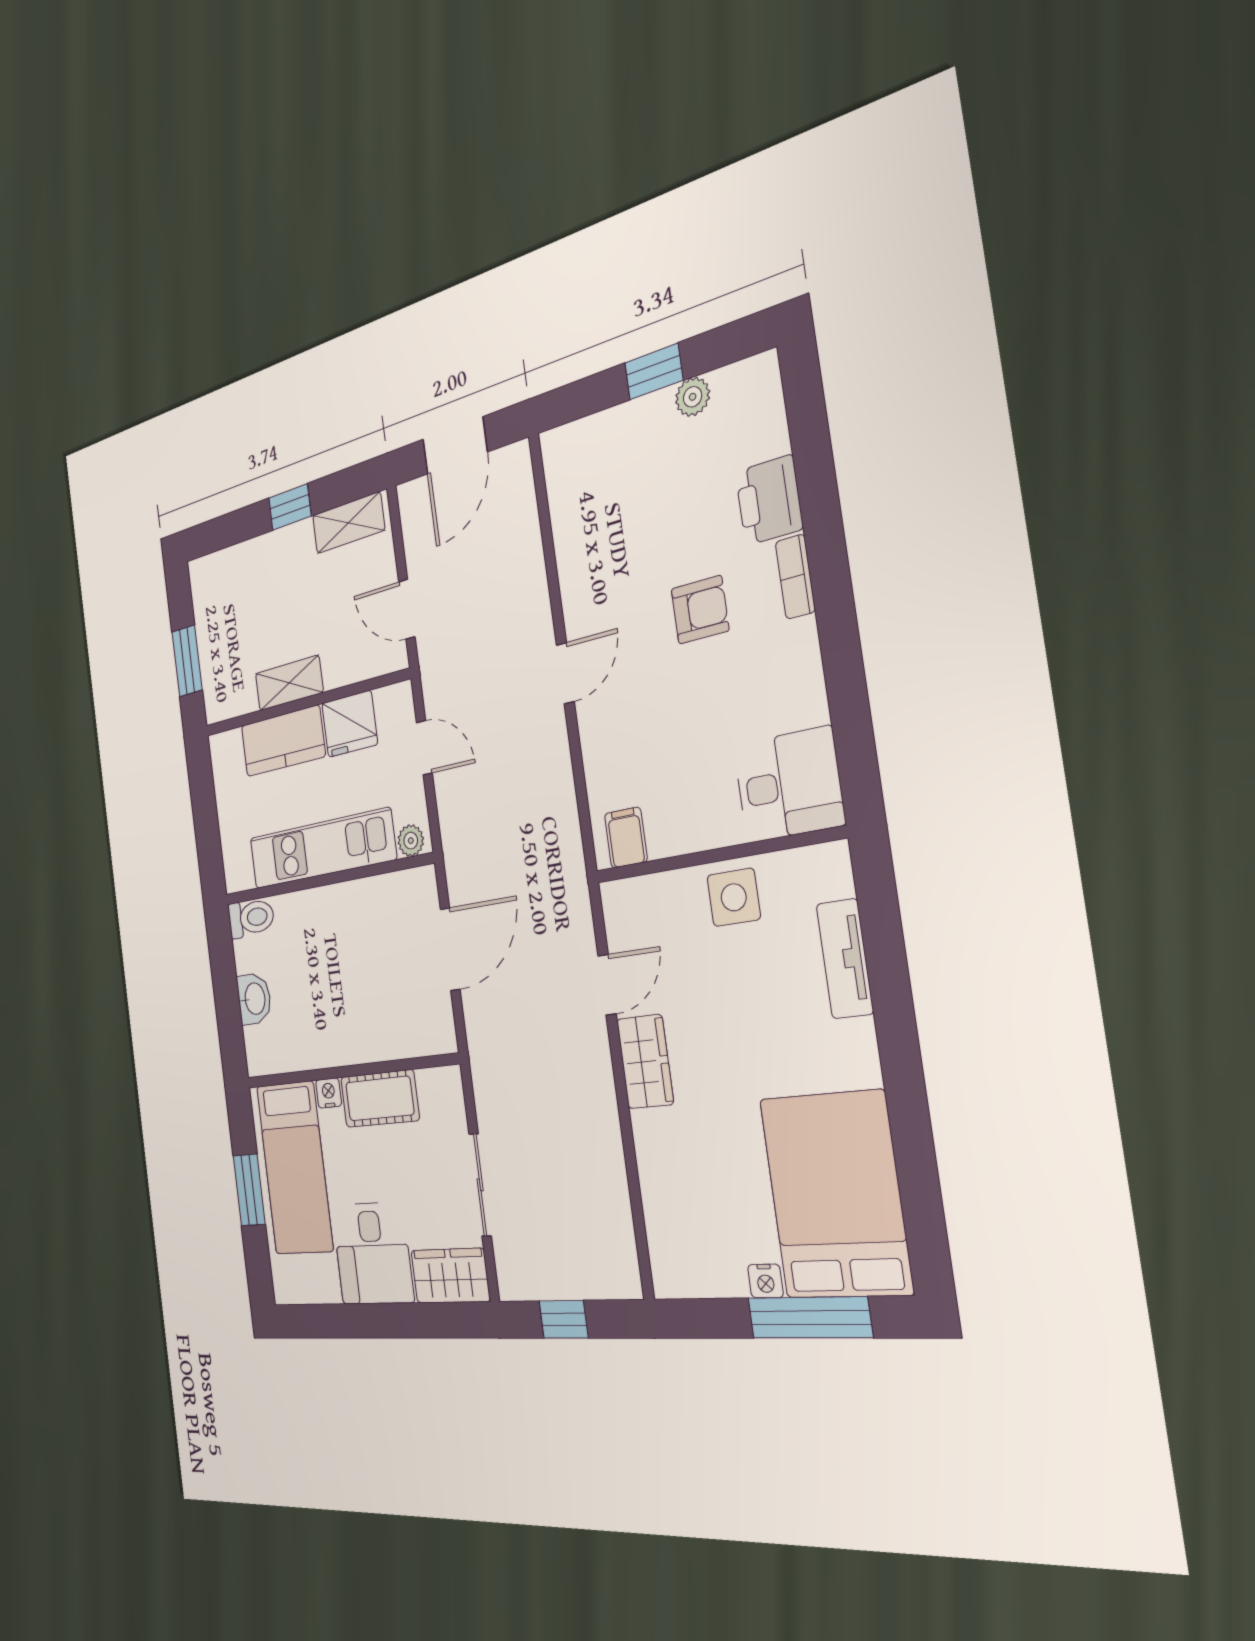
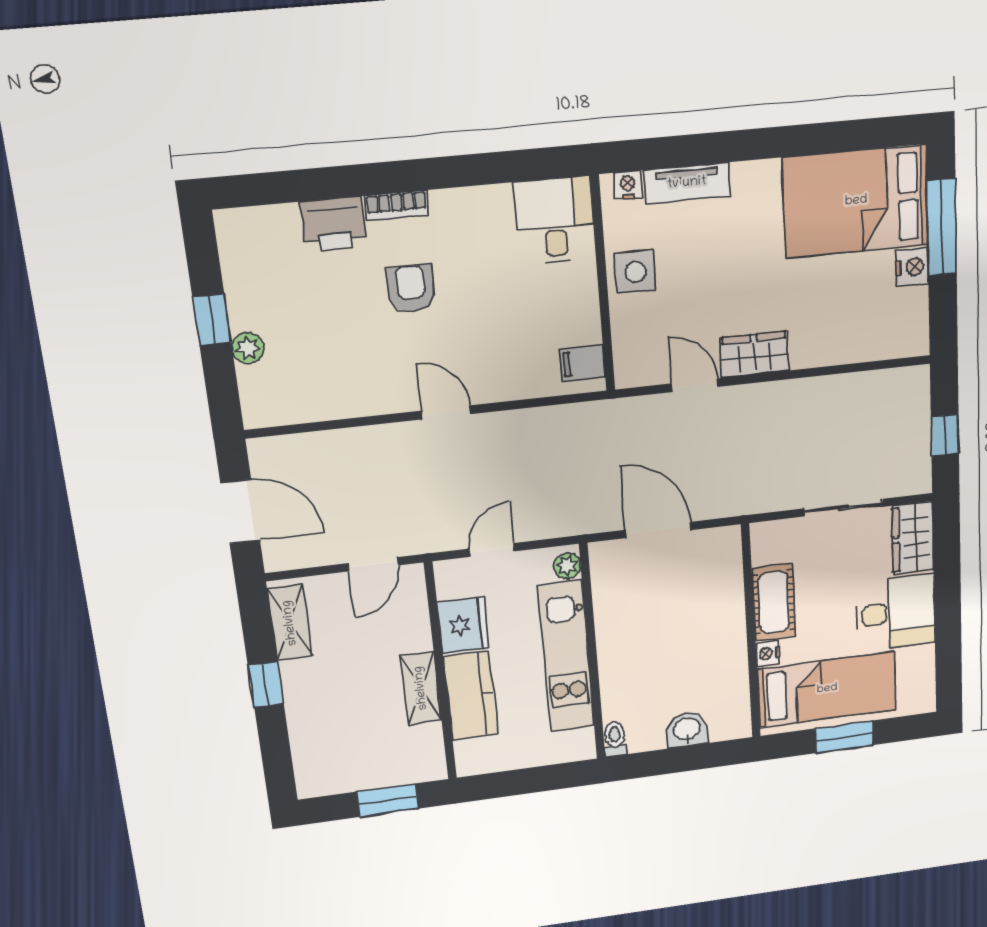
plant: (693, 397) -> (248, 348), moved
nightstand: (837, 878) -> (628, 185), added
toilet: (251, 918) -> (615, 739), width x0.73, depth x0.72
nightstand: (766, 1281) -> (912, 267), width x1.39, depth x1.35

